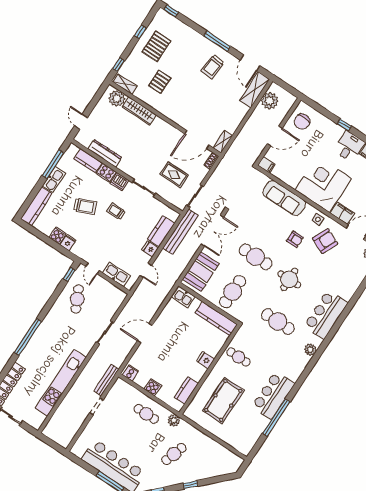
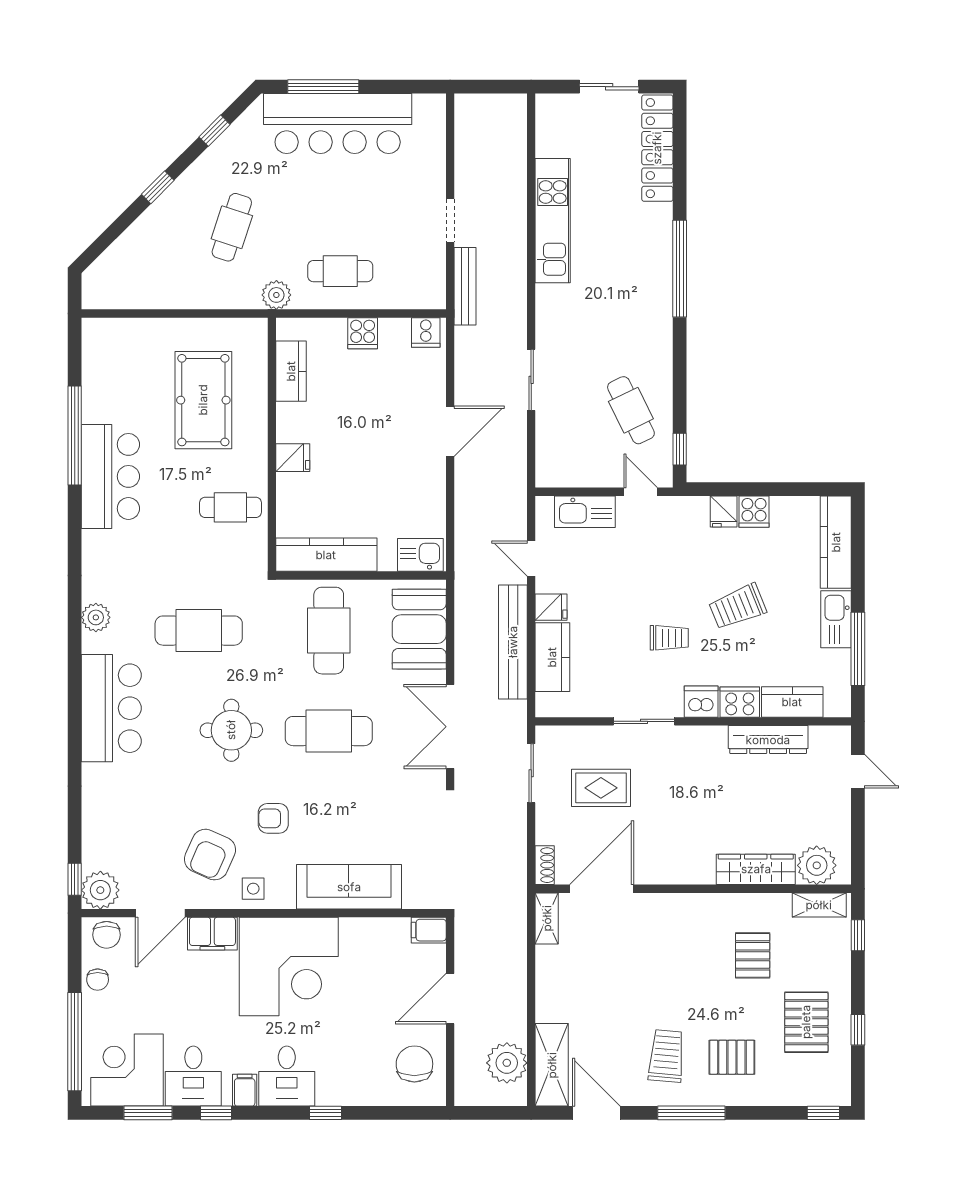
pallet: (190, 51) -> (732, 1057), added
bench: (180, 232) -> (513, 642), moved
kitchen unit: (61, 383) -> (553, 221), width x0.73

